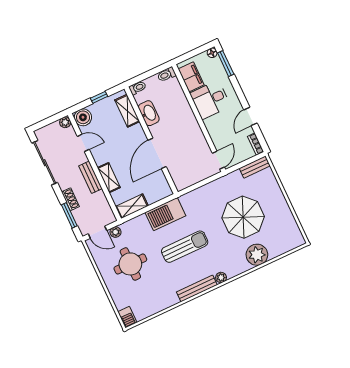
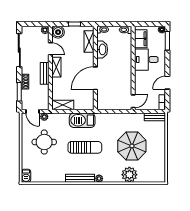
shelving: (109, 178) -> (56, 67), moved

